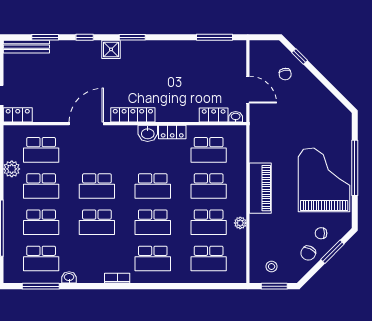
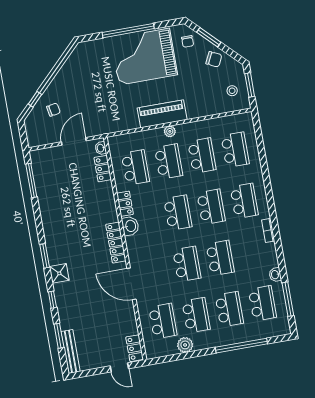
plant: (240, 223) -> (170, 131), moved
chair: (321, 233) -> (188, 41), moved

